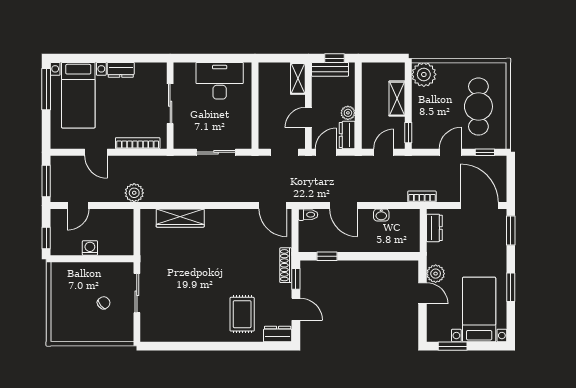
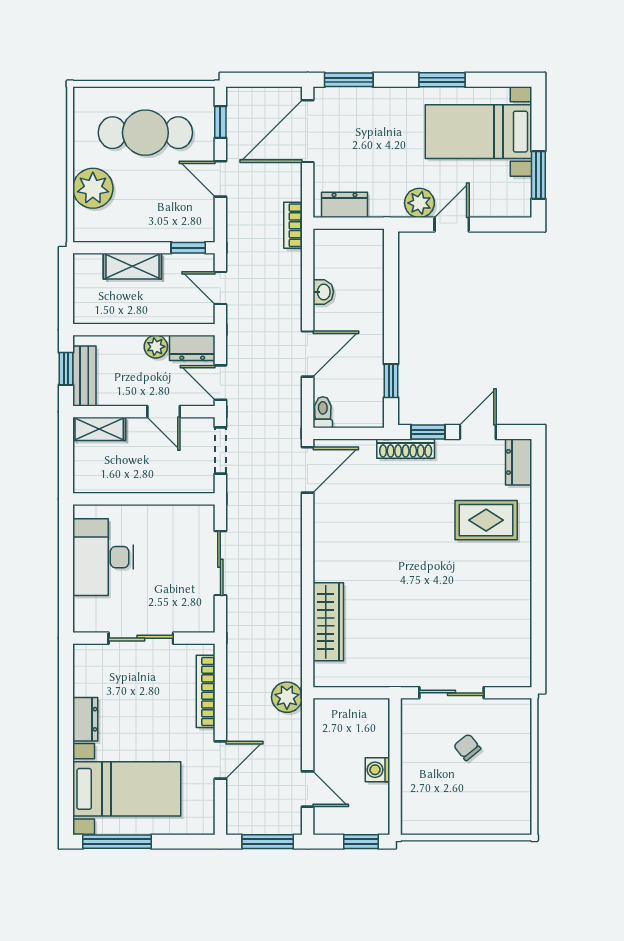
plant: (424, 74) -> (93, 188), moved

